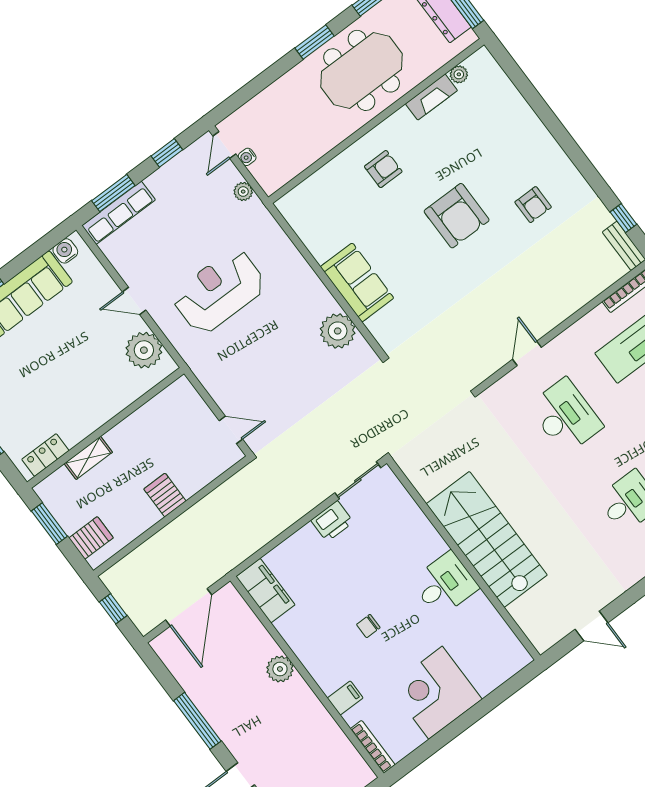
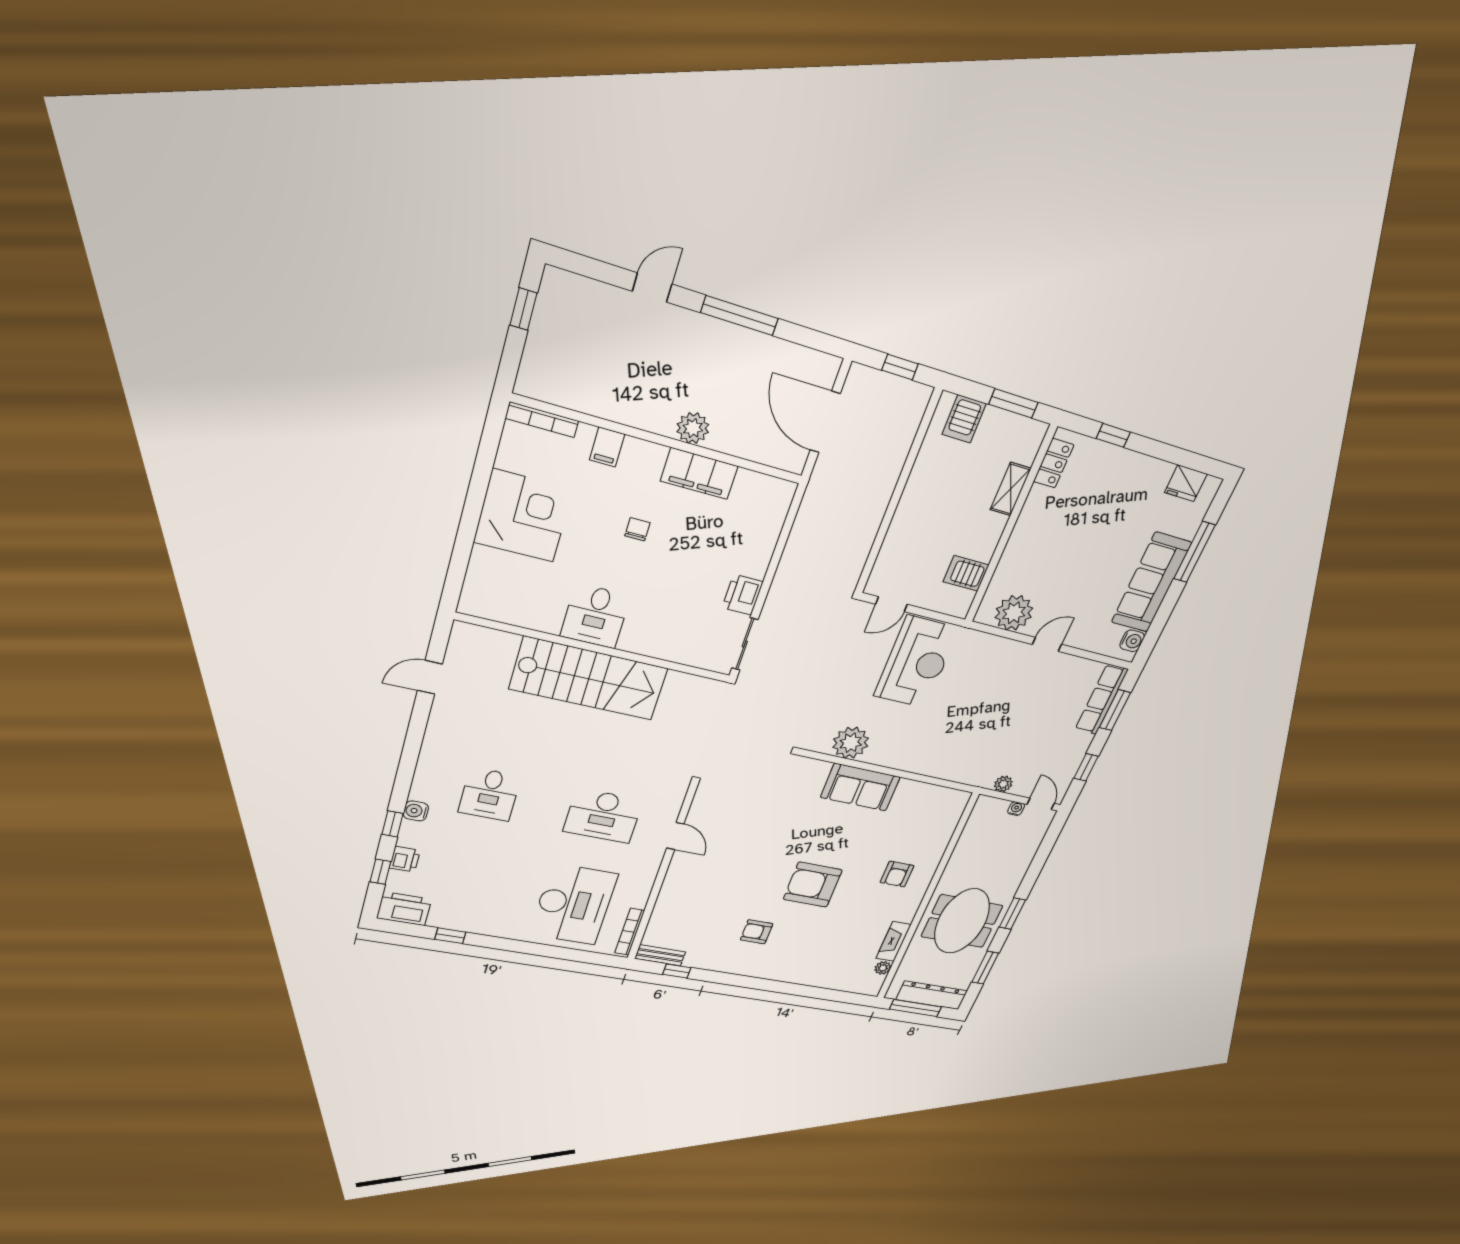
reception desk: (219, 291) -> (916, 662), moved
server rack: (165, 495) -> (966, 573), moved, turned 180
filing cabinet: (265, 591) -> (699, 474), moved

